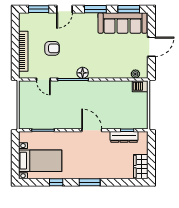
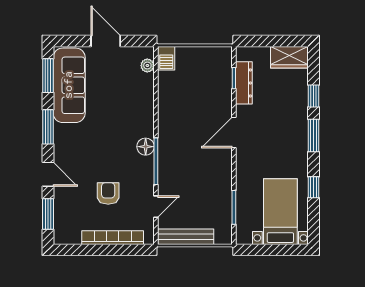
bench: (24, 99) -> (186, 237), added
window: (116, 182) -> (314, 96), added

